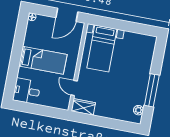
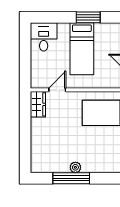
window: (17, 50) -> (88, 17), added
plant: (138, 110) -> (75, 167), moved

